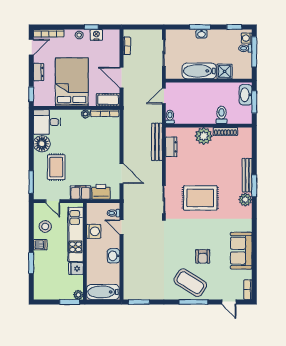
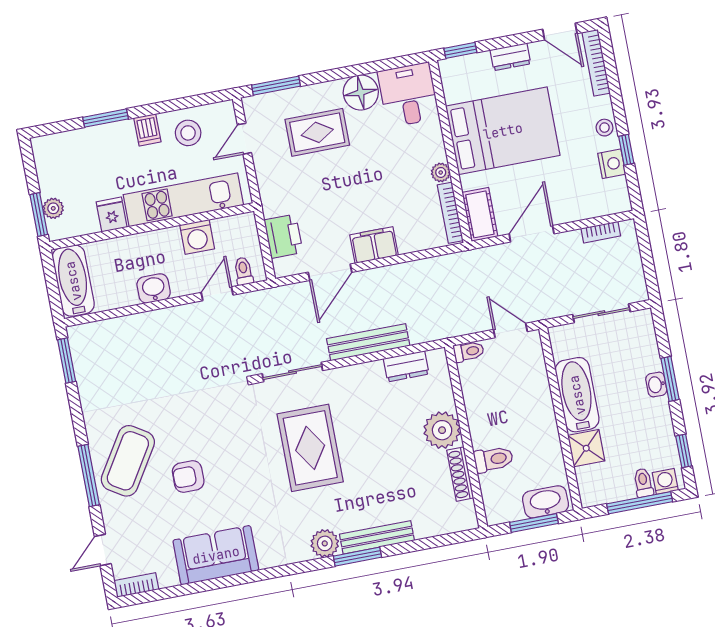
bench: (157, 142) -> (368, 342), moved
filing cabinet: (81, 192) -> (374, 245), moved, turned -90
plant: (78, 295) -> (53, 208), moved

